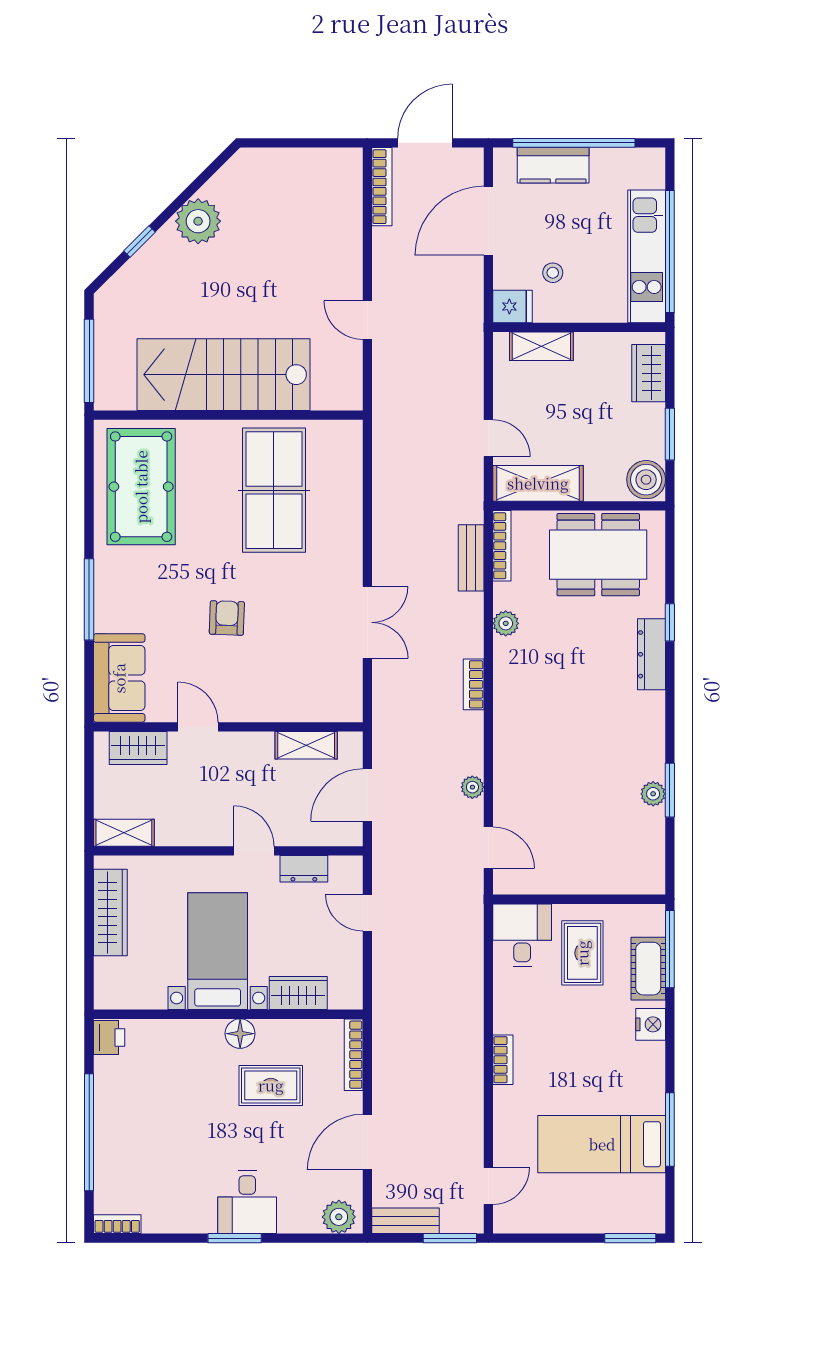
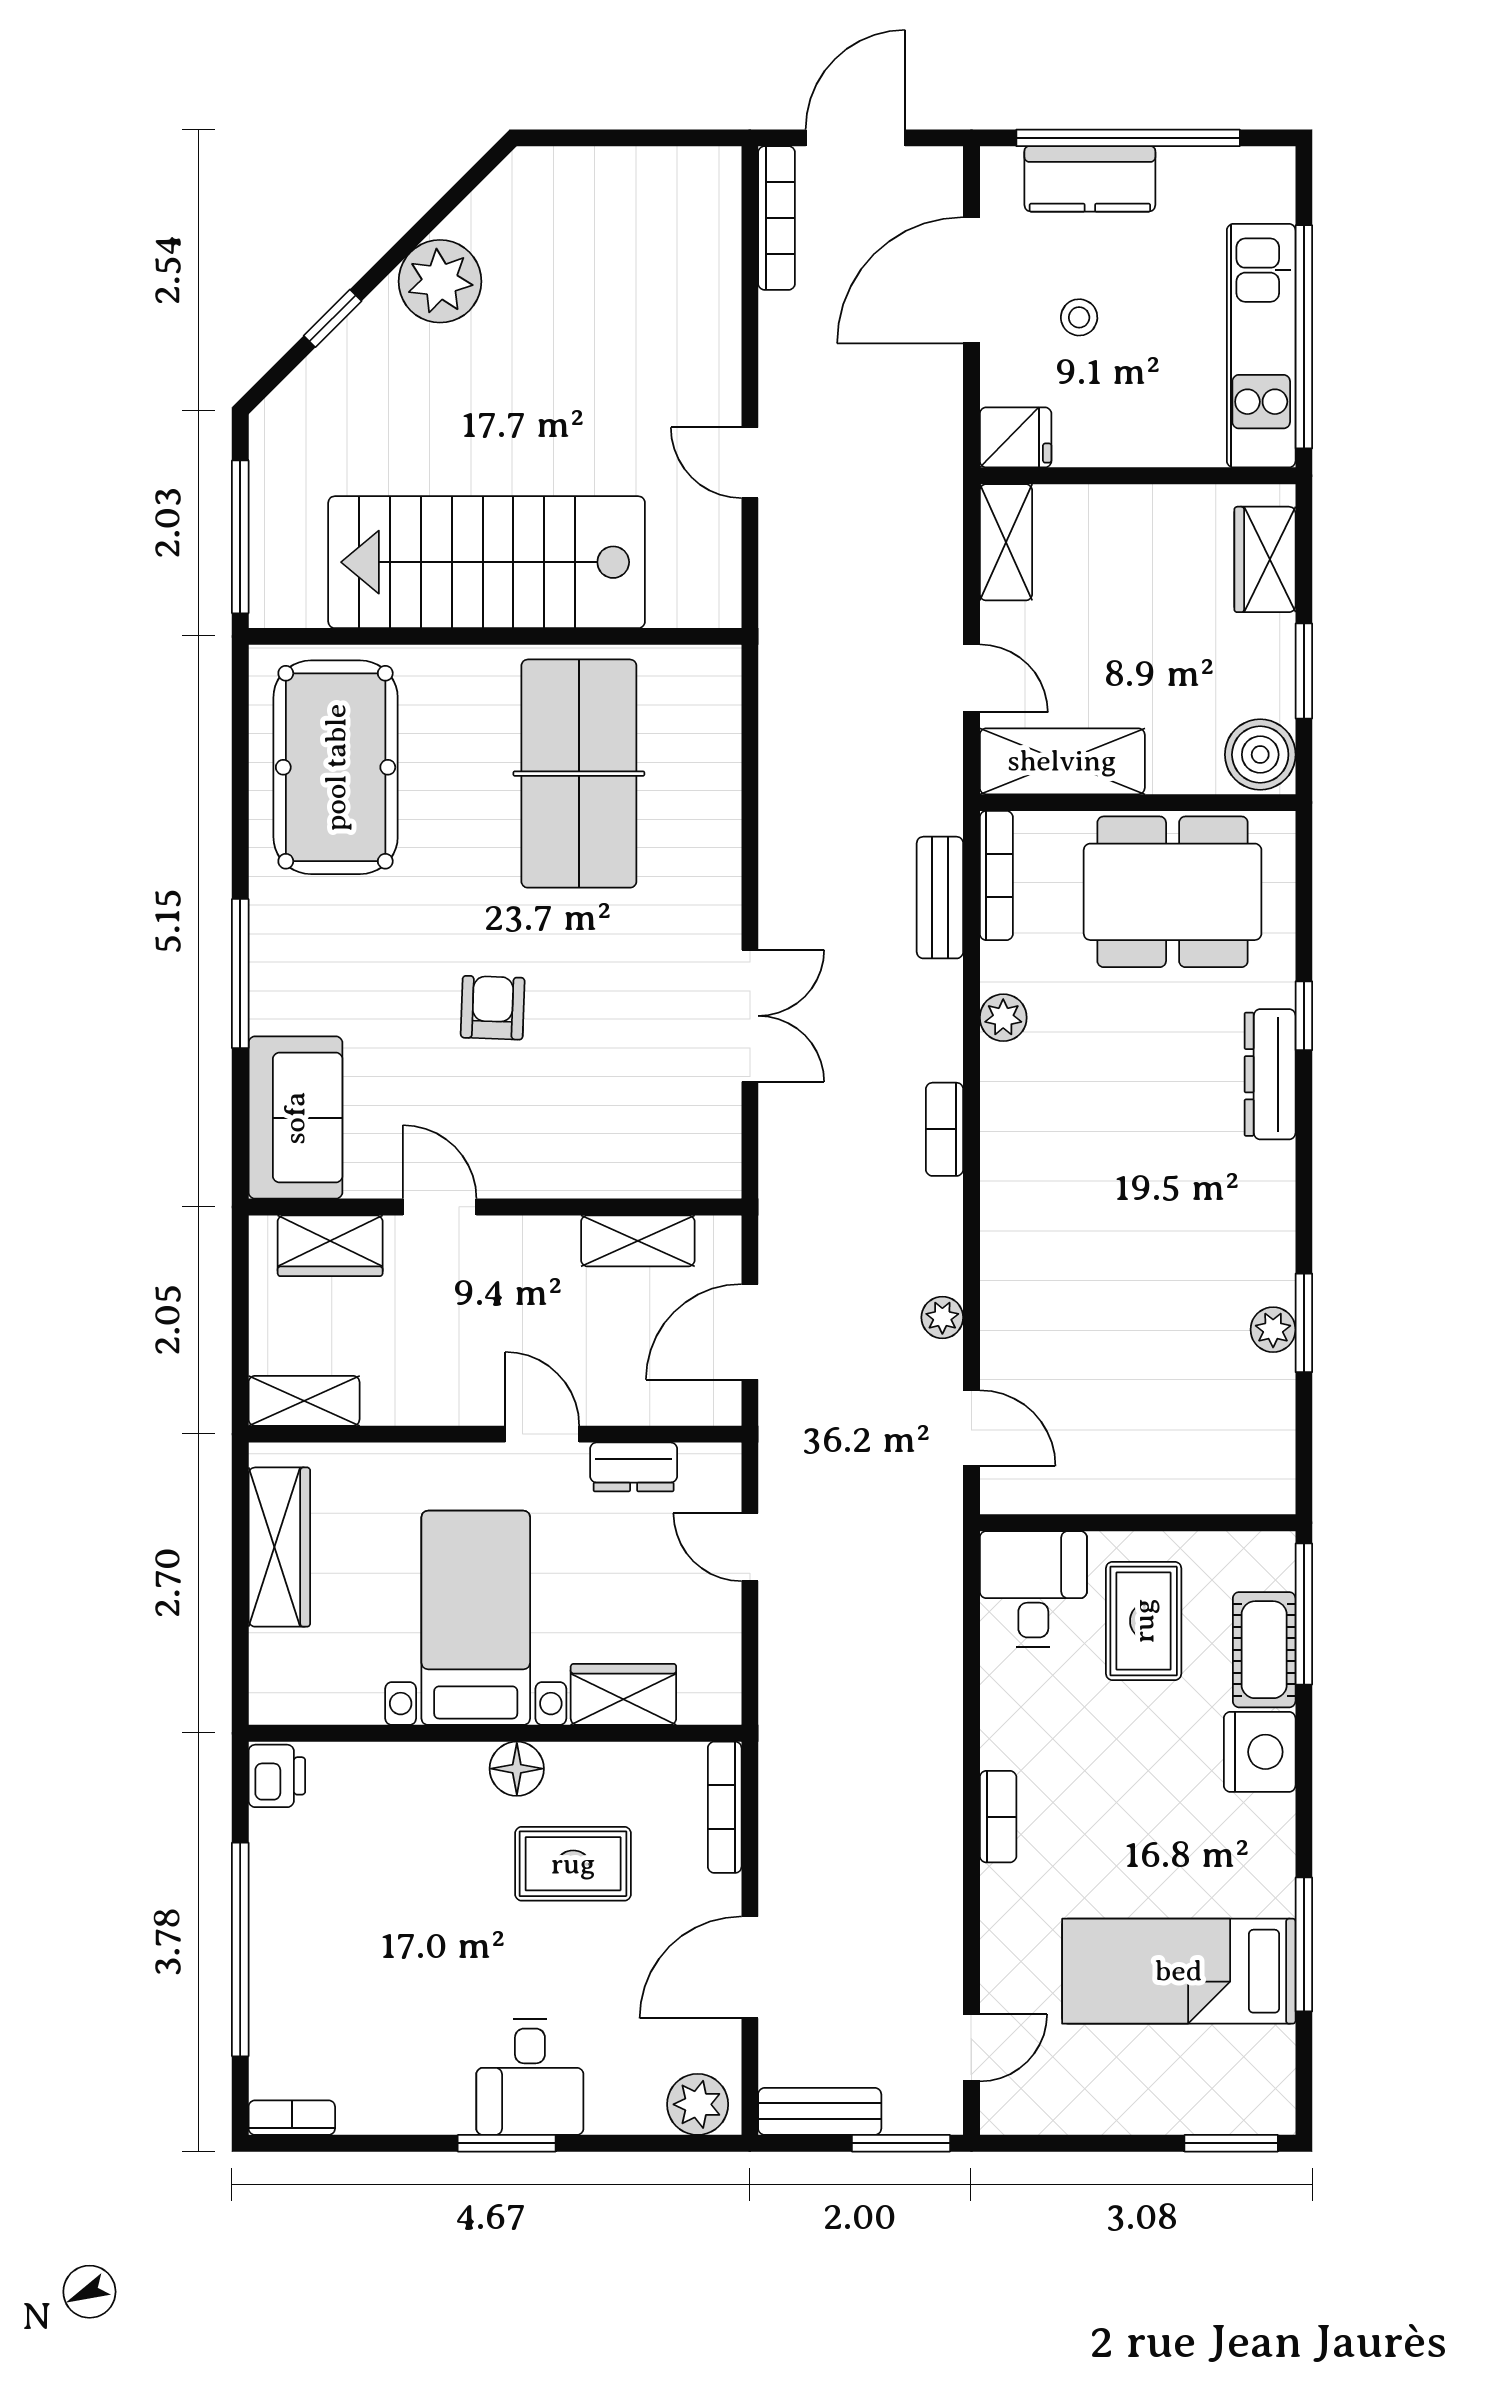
stool: (553, 273) -> (1079, 317), moved
shelving: (541, 346) -> (1006, 542), moved, turned 90
nightstand: (651, 1024) -> (1260, 1752), width x1.36, depth x1.33

